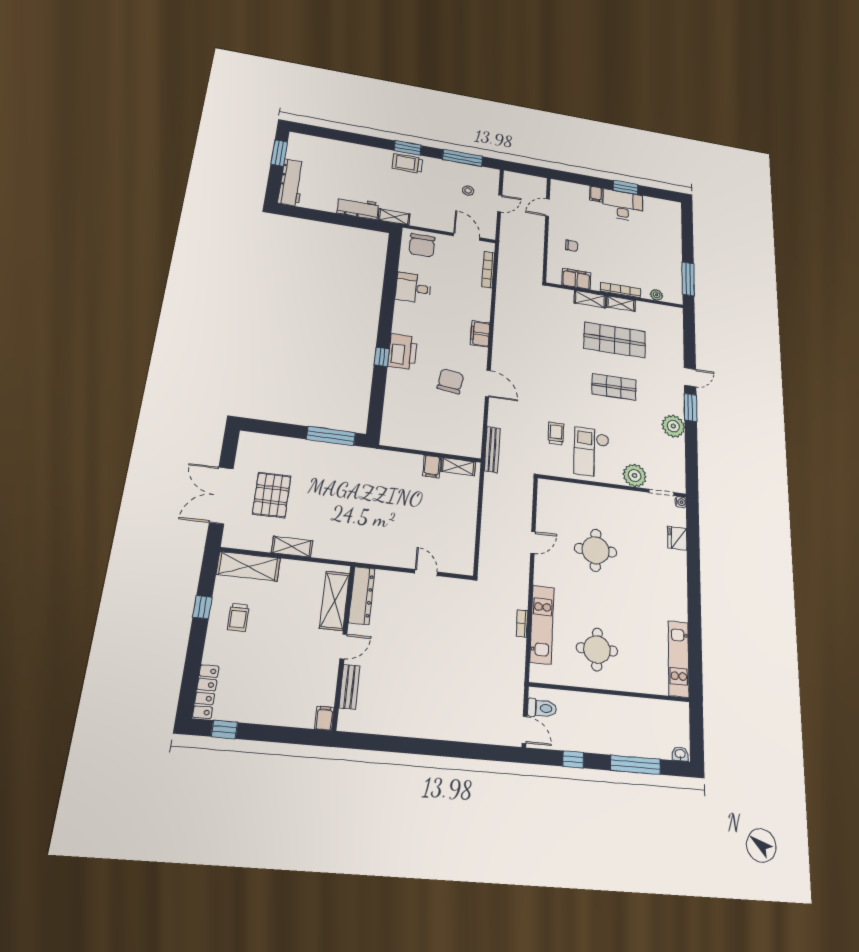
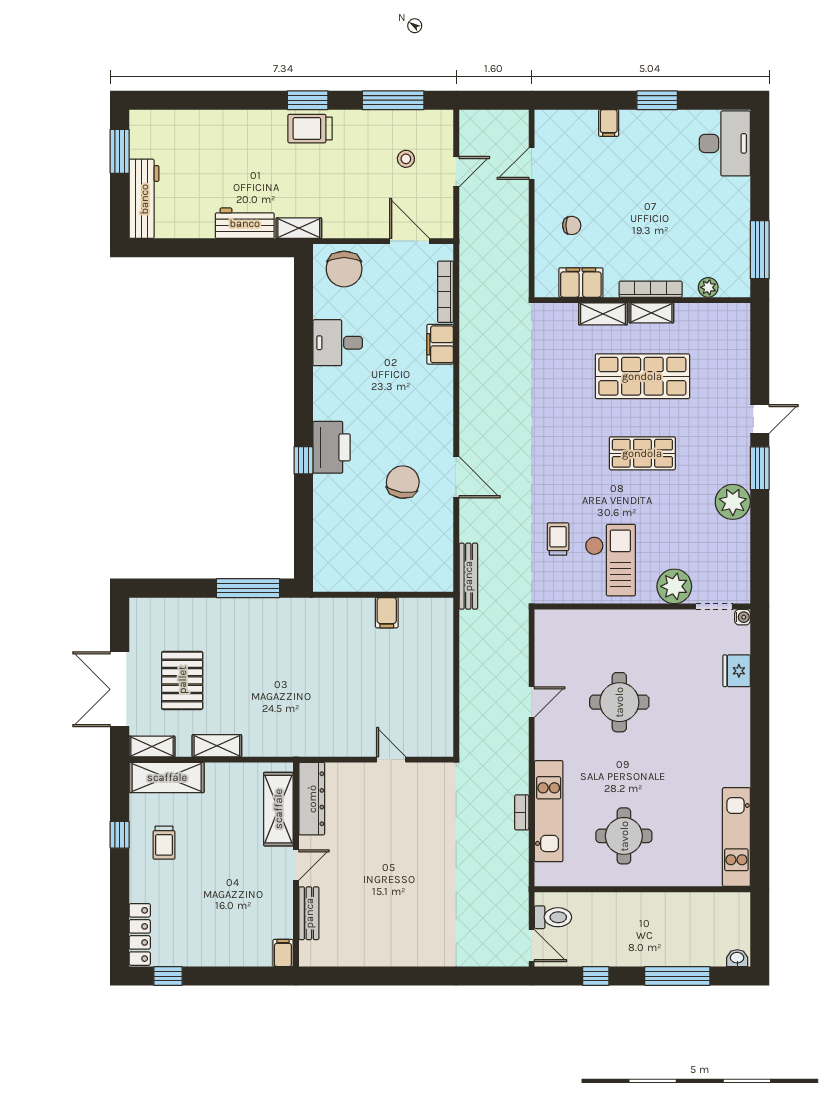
desk: (623, 205) -> (725, 143), moved, turned 90
filing cabinet: (480, 334) -> (440, 344), moved
checkout: (591, 452) -> (610, 560), turned 180
shelving: (458, 467) -> (152, 746), moved

